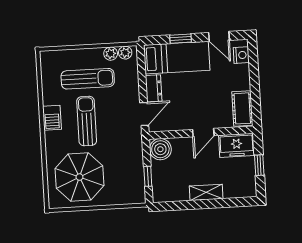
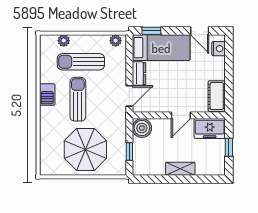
window: (181, 39) -> (151, 31), moved
plant: (111, 54) -> (64, 41), moved
sun lounger: (88, 79) -> (81, 62), turned 180
parasol: (79, 177) -> (85, 150), moved

